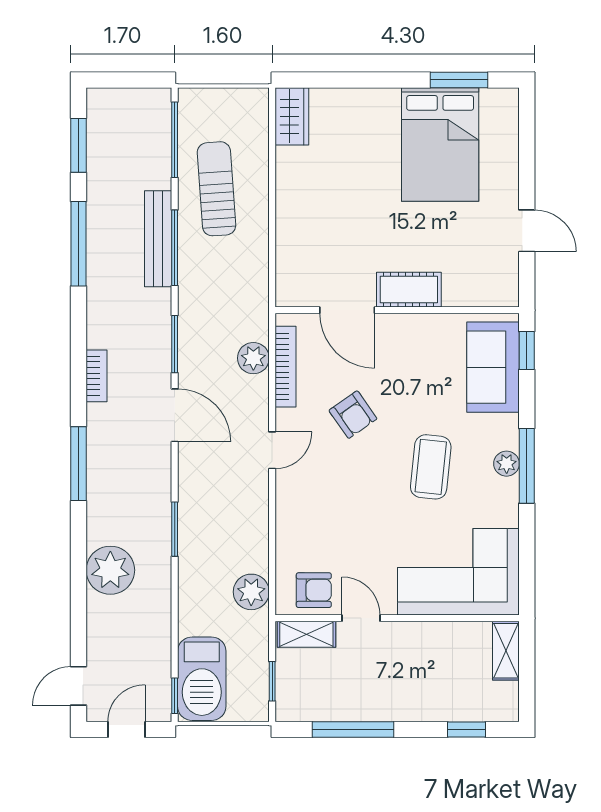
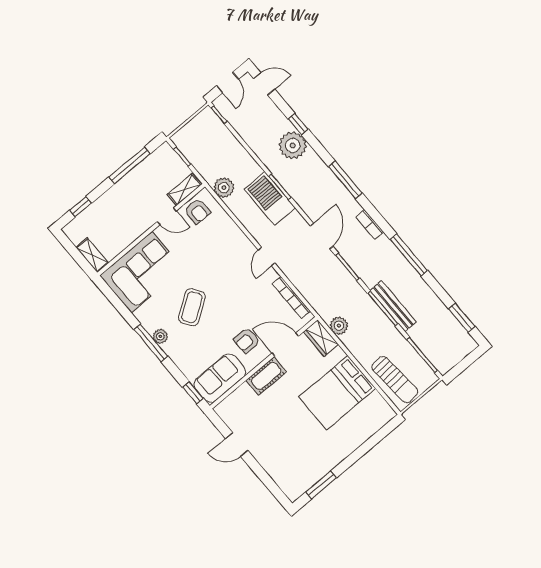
wardrobe: (292, 116) -> (321, 338), moved
bed: (440, 144) -> (337, 393), moved, turned -90
sun lounger: (216, 189) -> (395, 379), moved
window: (79, 244) -> (409, 255), moved
plant: (253, 358) -> (339, 326), moved
sofa: (493, 367) -> (220, 378), moved, turned -90
door: (175, 415) -> (322, 236), swing flipped
armchair: (353, 415) -> (247, 341), moved, turned -55
coffee table: (431, 467) -> (192, 307), turned 50
armchair: (314, 590) -> (197, 211), turned -90
window: (79, 593) -> (298, 124), added
barbecue: (202, 679) -> (270, 198), moved
door: (79, 686) -> (264, 84), hinge flipped

